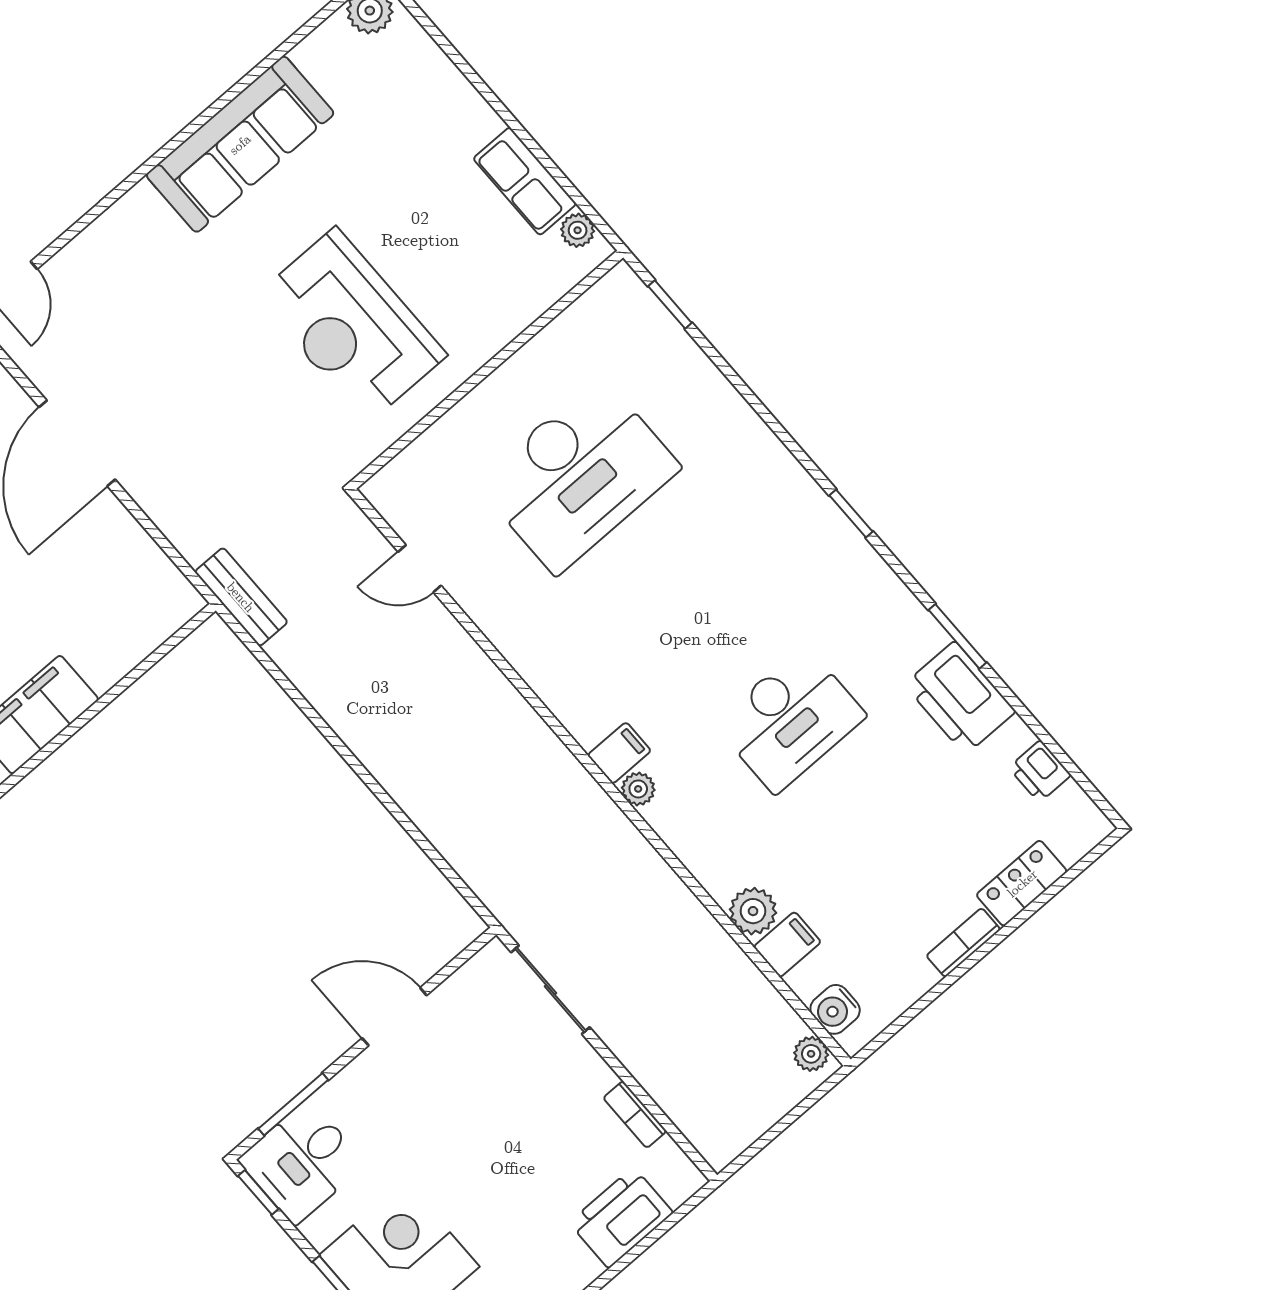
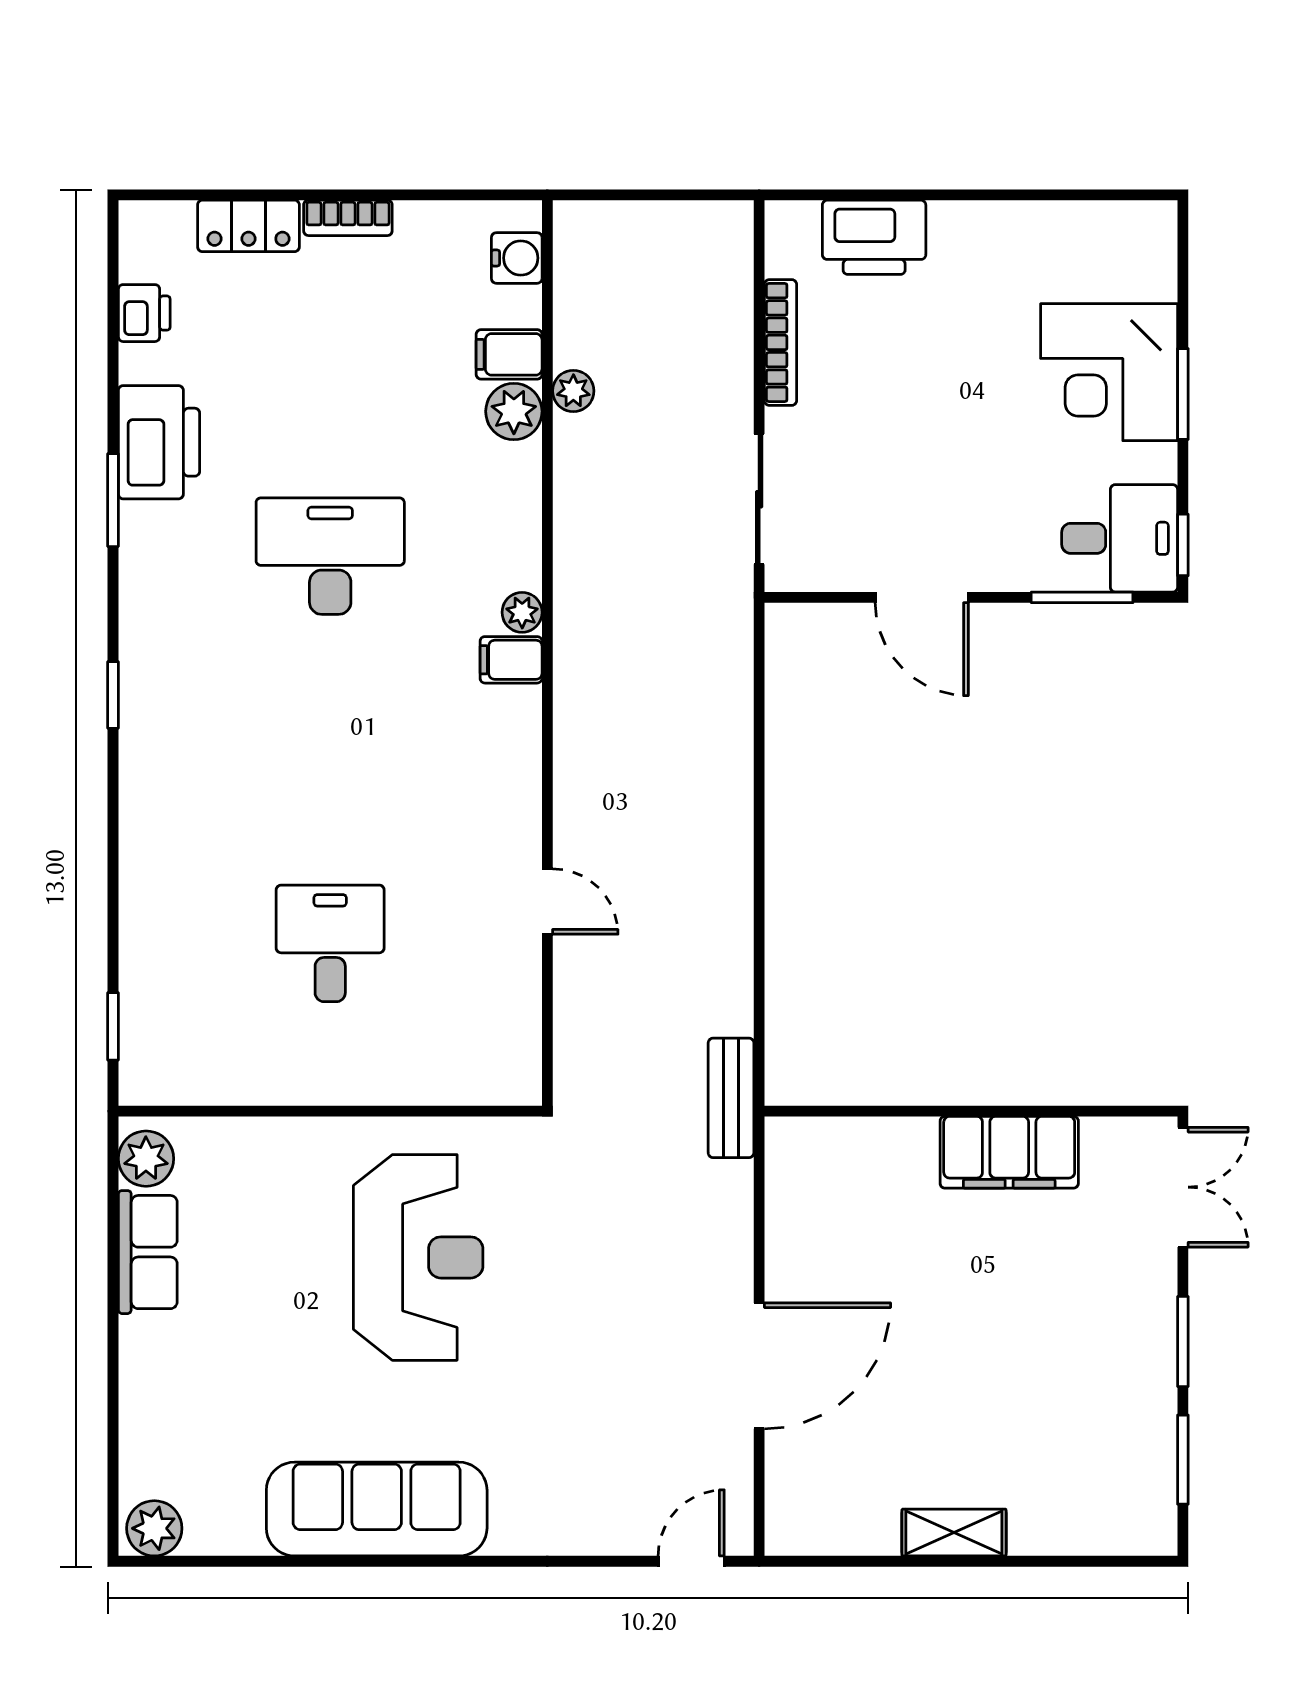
plant: (578, 230) -> (146, 1159), width x1.38, depth x1.38
desk: (578, 475) -> (330, 943), width x0.53, depth x0.77
door: (420, 569) -> (547, 901), moved
plant: (811, 1054) -> (573, 391), moved
bookcase: (635, 1115) -> (781, 342), width x1.56

